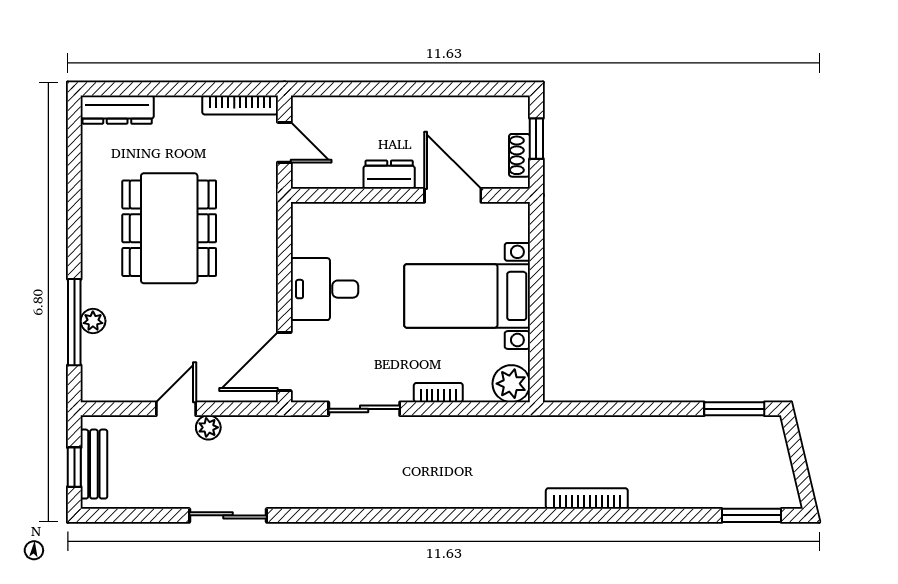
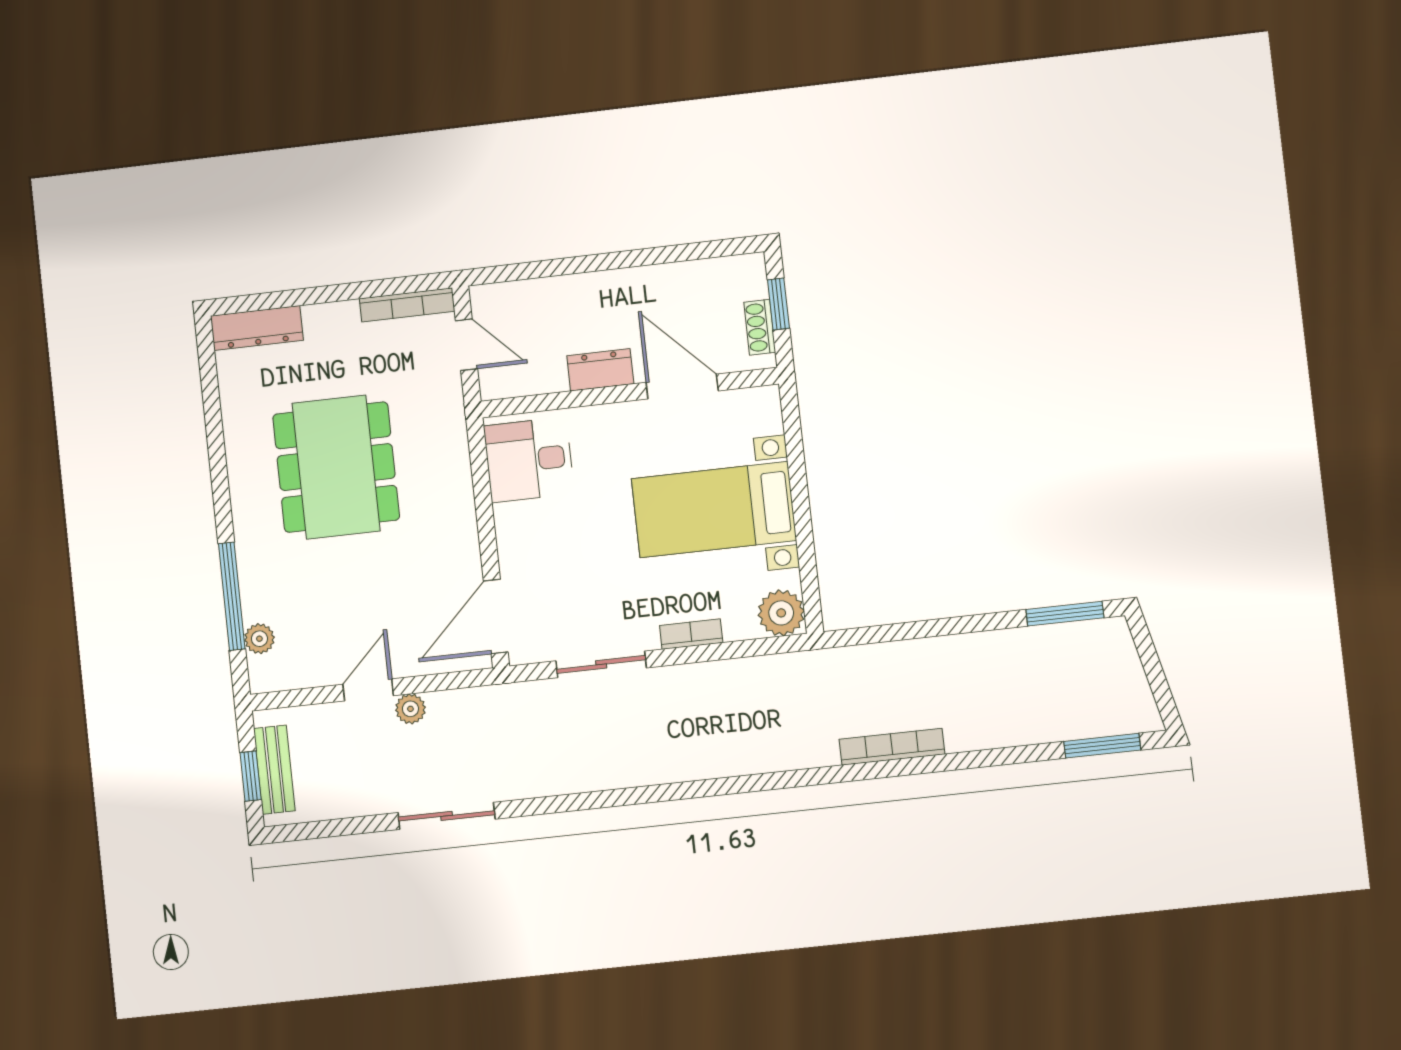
desk: (324, 289) -> (529, 460), moved
plant: (93, 321) -> (259, 639), moved

